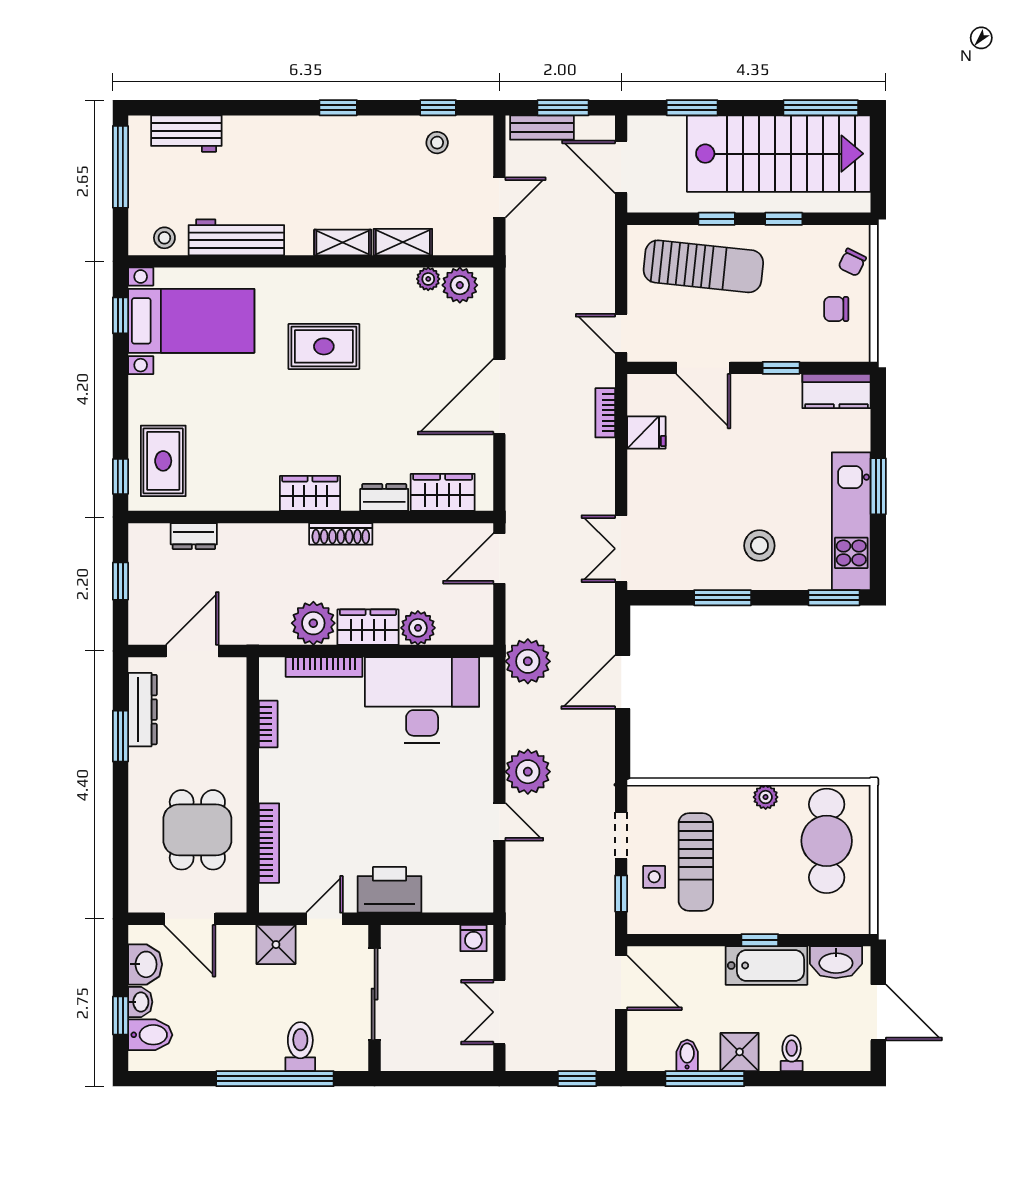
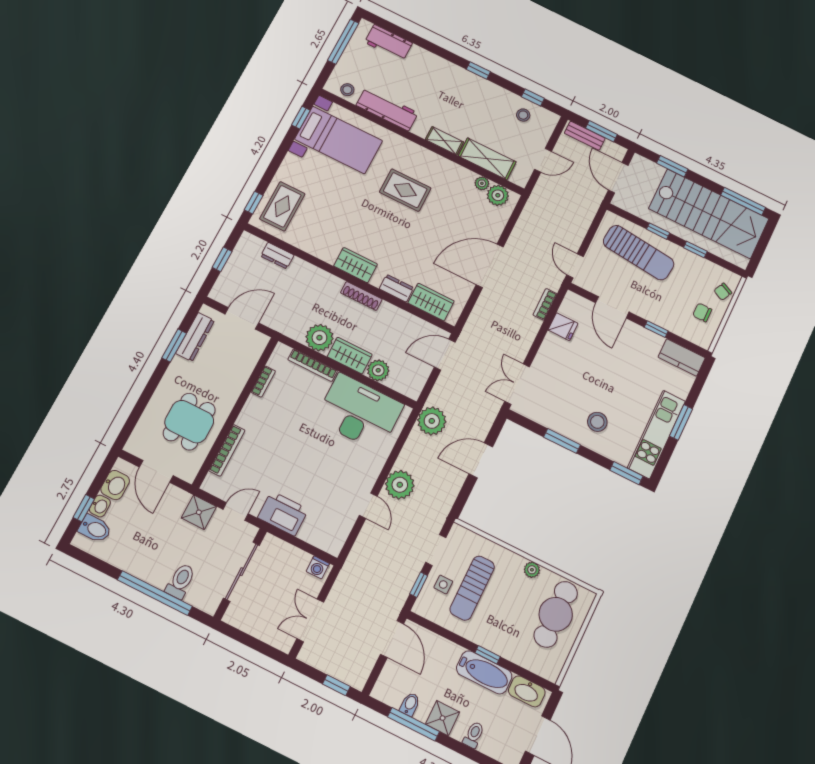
shelving: (403, 242) -> (487, 159), width x1.50, depth x1.33

